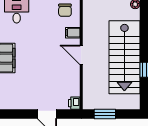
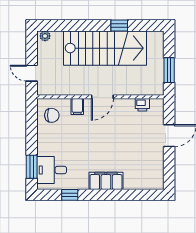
printer: (74, 103) -> (142, 105), moved

